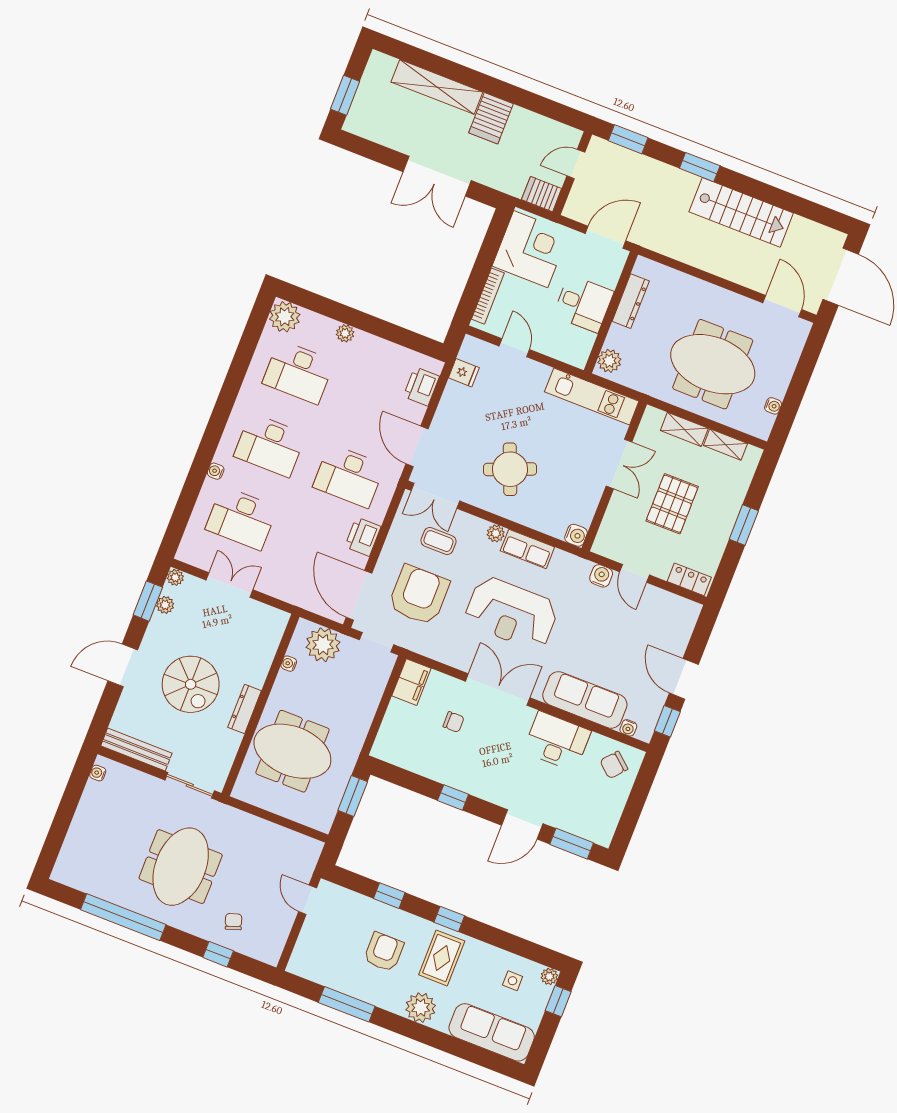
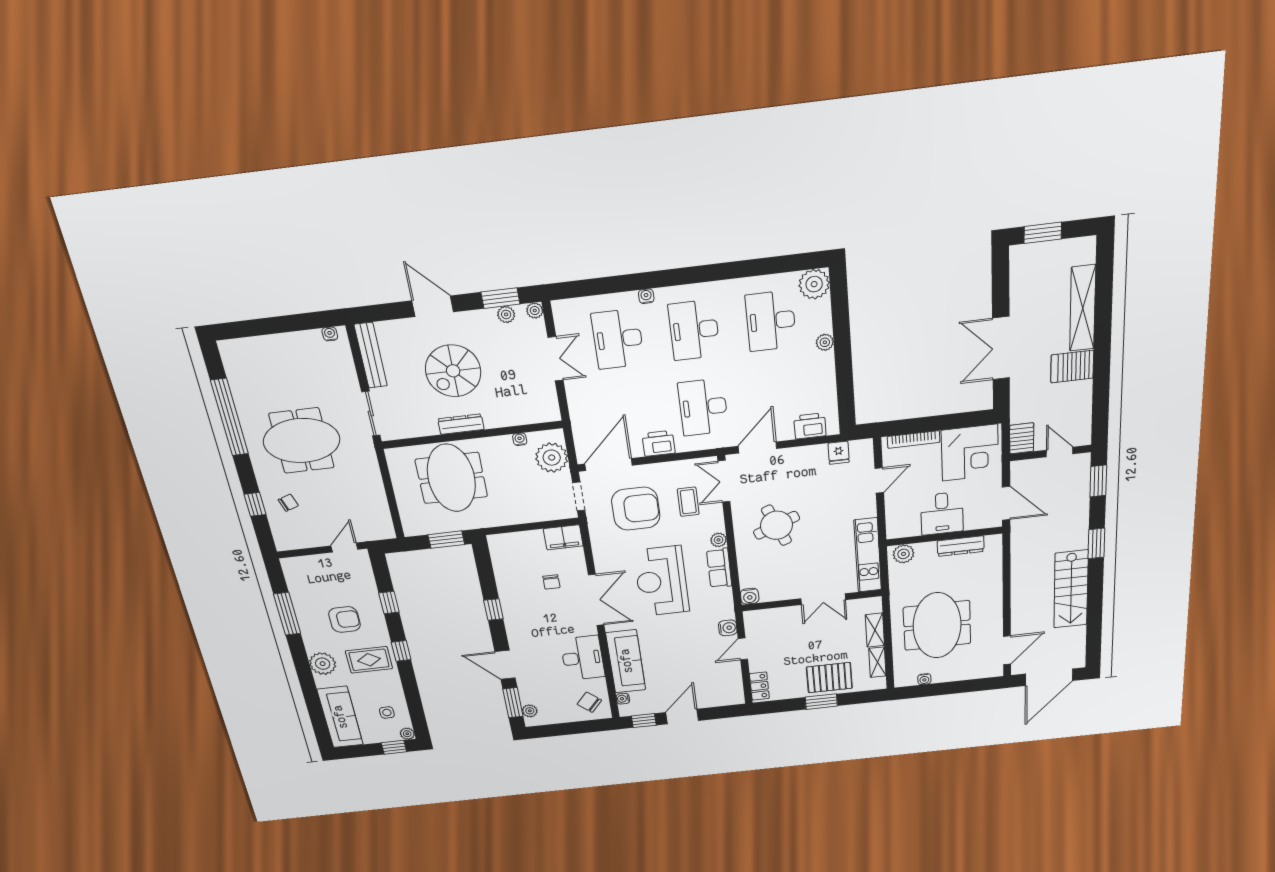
pallet: (672, 504) -> (829, 678), moved
plant: (591, 832) -> (530, 711), added

